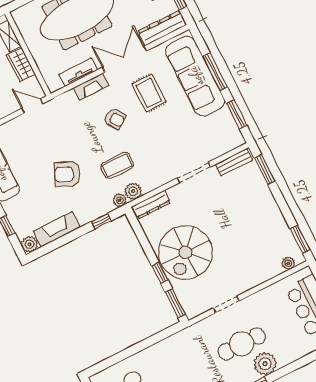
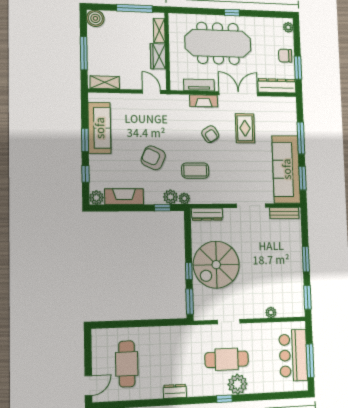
sofa: (195, 76) -> (286, 169), moved
window: (265, 169) -> (306, 259), moved
plant: (133, 191) -> (171, 197), moved
plant: (288, 263) -> (271, 312), moved

